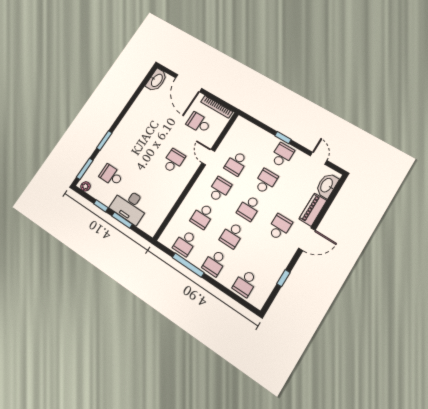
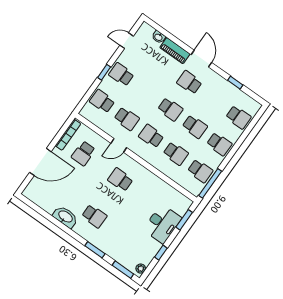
washbasin: (157, 80) -> (65, 217), moved
school desk: (111, 175) -> (94, 216), moved, turned -90
school desk: (266, 181) -> (102, 101), moved
washbasin: (327, 185) -> (159, 37), width x0.52, depth x0.69
window: (122, 220) -> (184, 220), moved
window: (188, 265) -> (210, 183), moved

